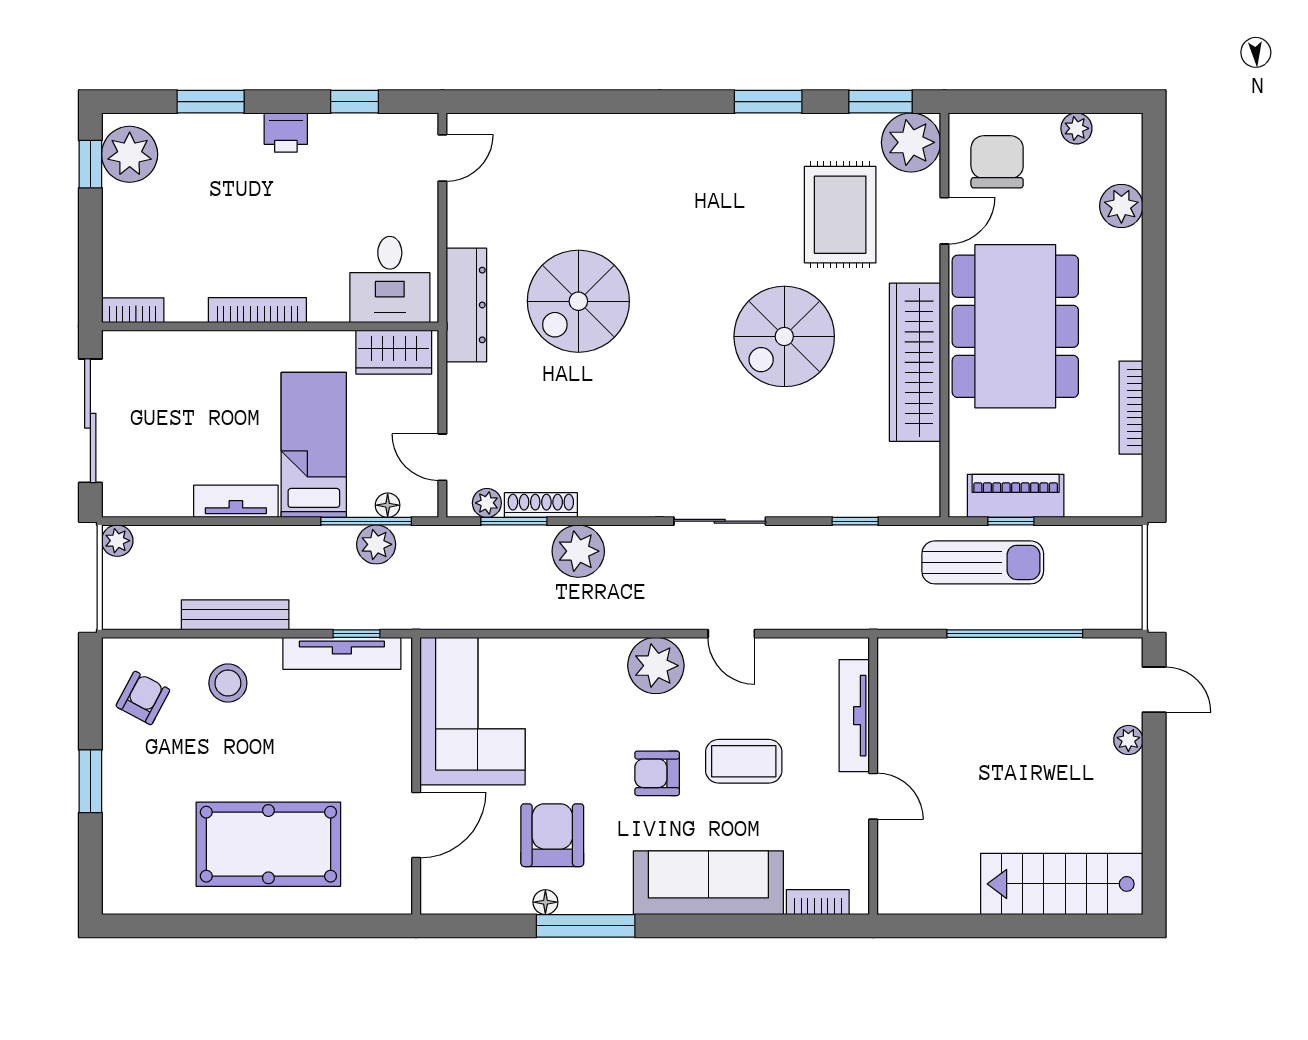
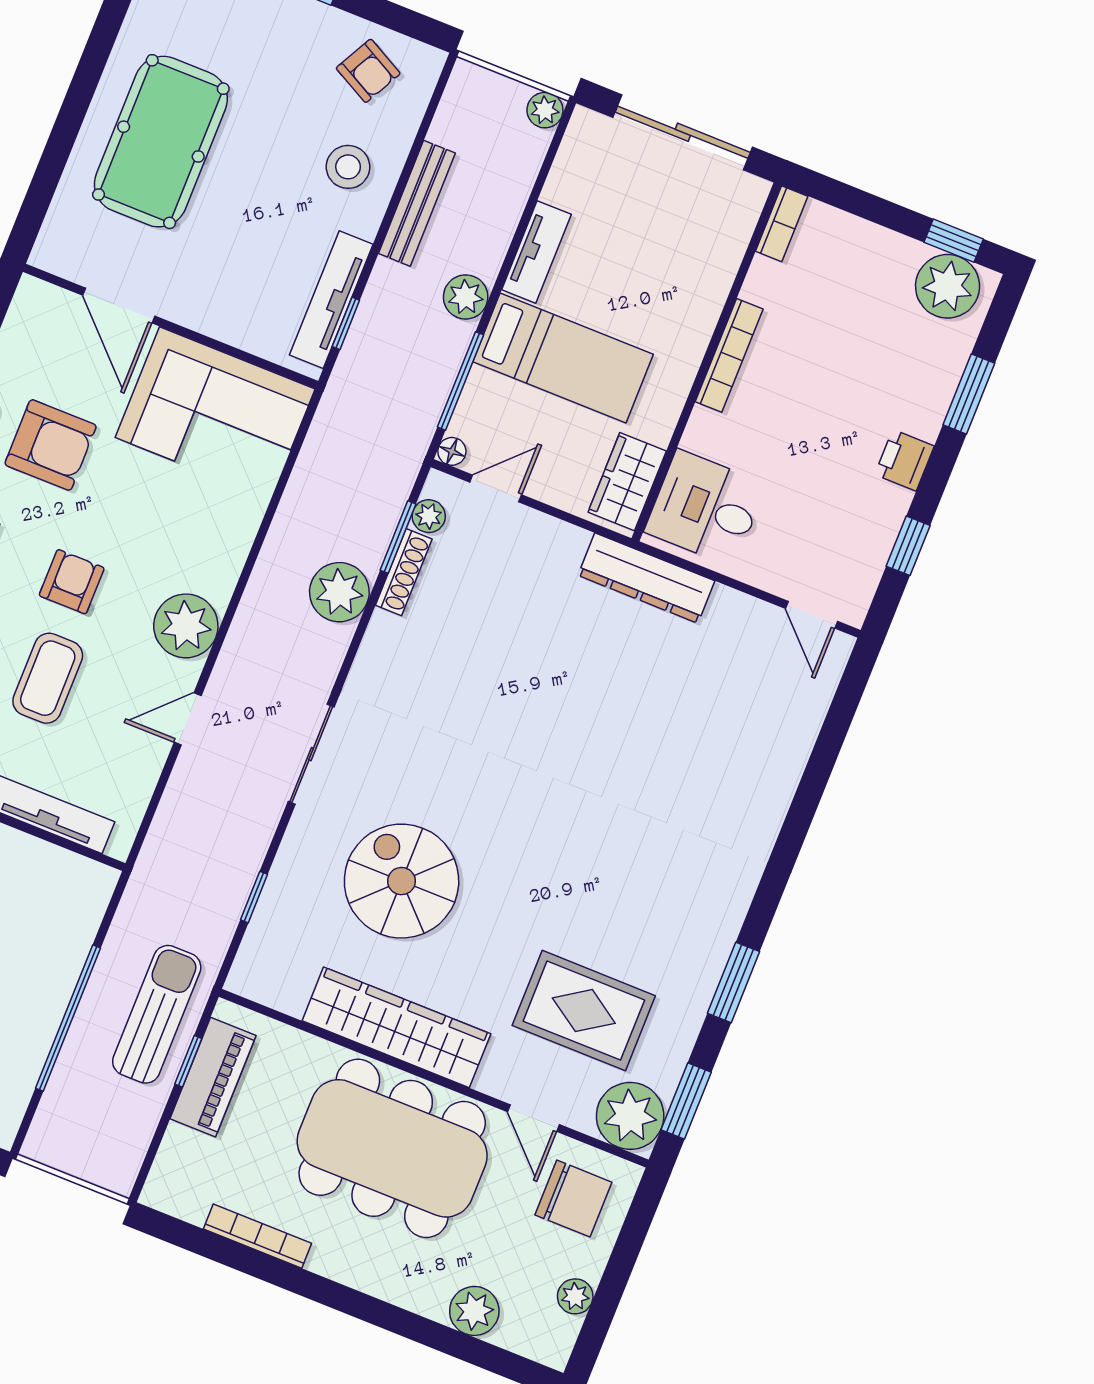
spiral stairs: (578, 301) -> (603, 698), removed
spiral stairs: (784, 336) -> (402, 881), moved
floor lamp: (388, 505) -> (452, 451), moved
plant: (376, 544) -> (466, 297), moved
sun lounger: (983, 562) -> (157, 1014), turned 180

